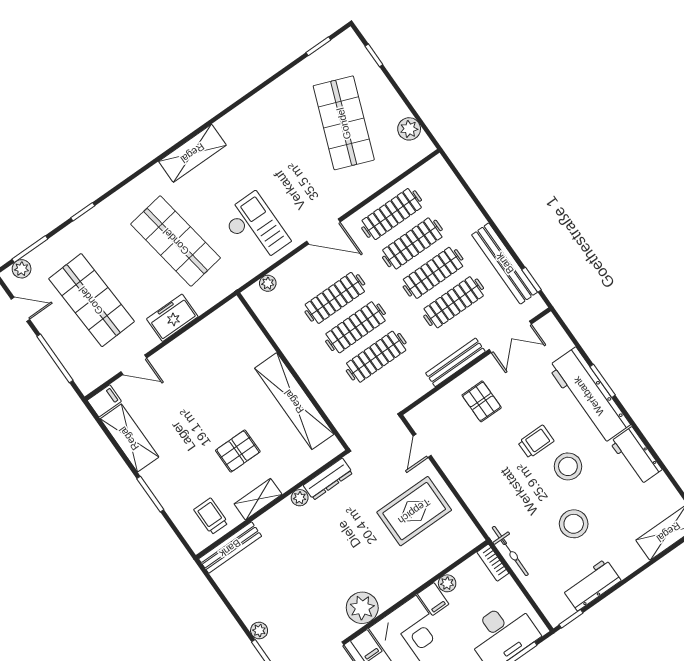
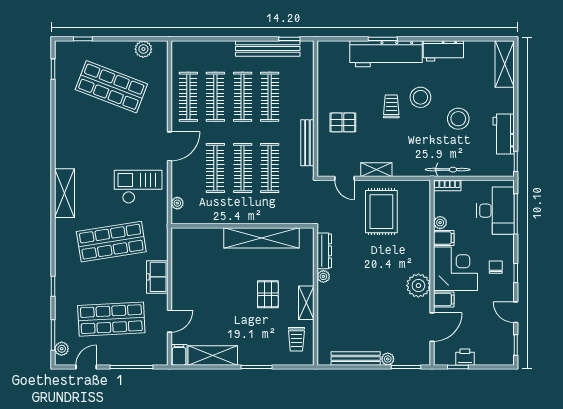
double door: (510, 337) -> (316, 77), removed
bench: (455, 362) -> (307, 143), moved
shelving: (456, 474) -> (376, 170), added
trolley: (211, 516) -> (296, 339), turned -90
bench: (230, 548) -> (356, 358), moved, turned 90

